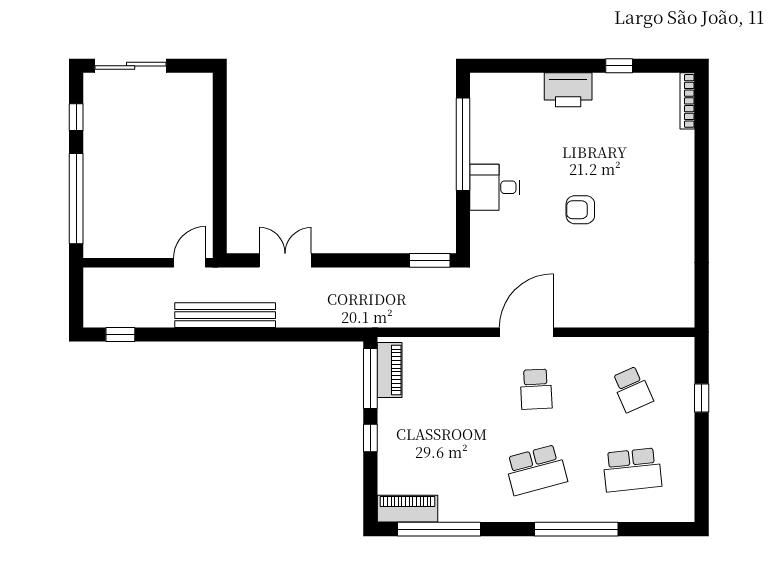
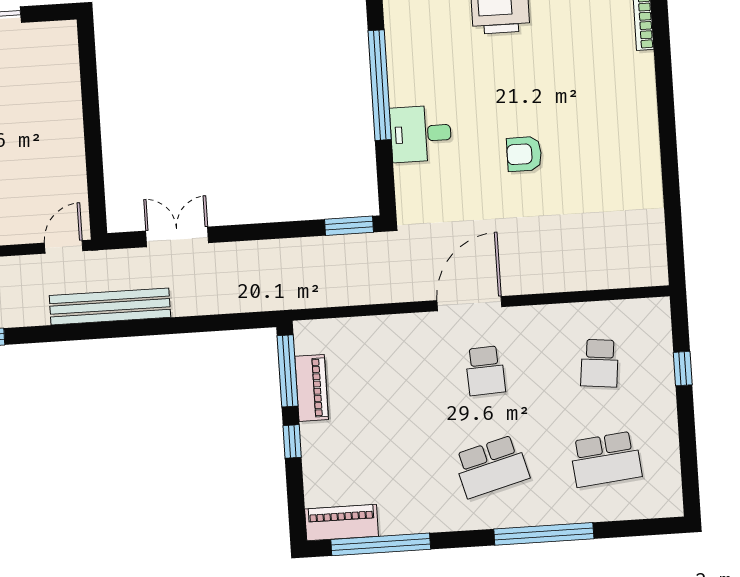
piano: (390, 370) -> (312, 388), moved
school desk: (632, 389) -> (600, 363), turned 30

